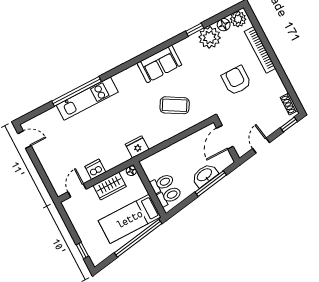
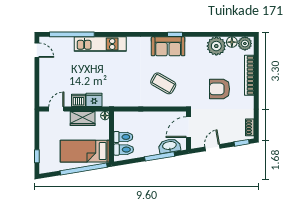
window: (195, 30) -> (175, 34), moved
armchair: (236, 80) -> (220, 89), turned -90
window: (77, 91) -> (72, 34), moved
fridge: (137, 147) -> (94, 100), moved
washbasin: (205, 175) -> (169, 146), moved

